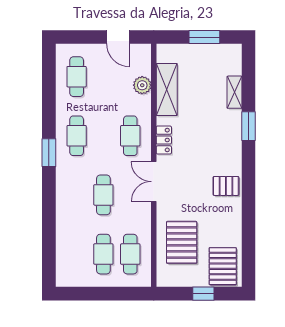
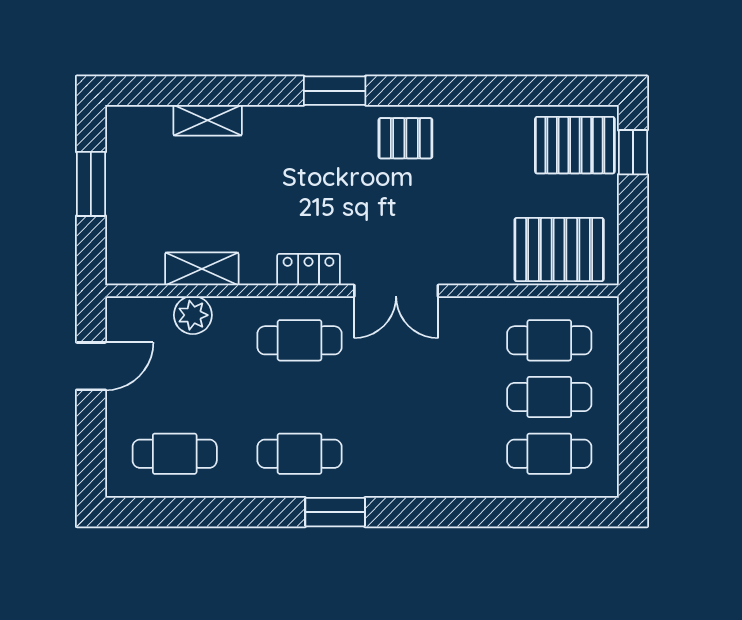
shelving: (167, 90) -> (202, 269), width x0.67, depth x0.75
window: (249, 126) -> (335, 91), moved
pallet: (226, 186) -> (405, 138), turned 90
cafe table: (103, 195) -> (549, 454), moved
pallet: (182, 242) -> (559, 250), moved
window: (203, 294) -> (633, 152), moved

